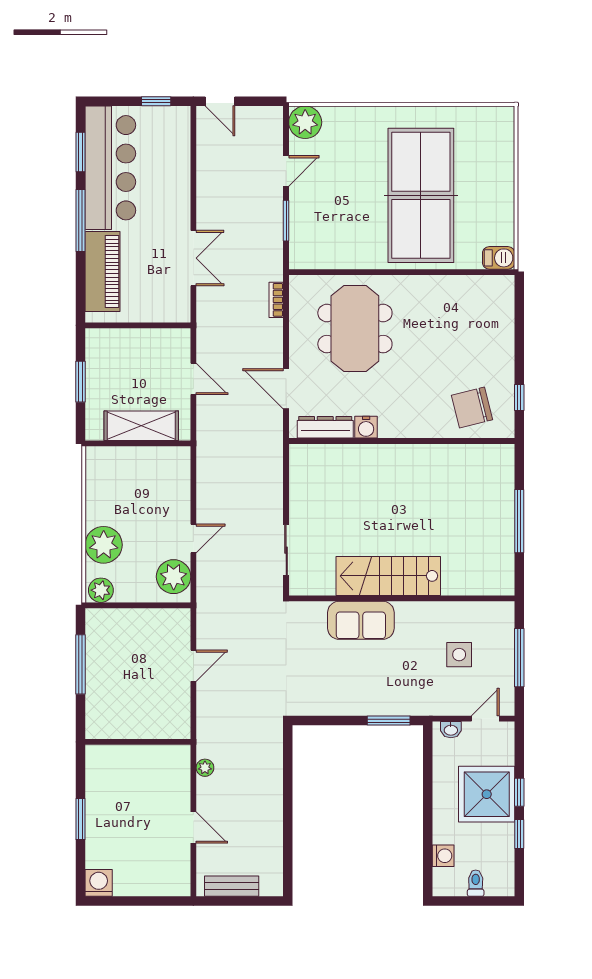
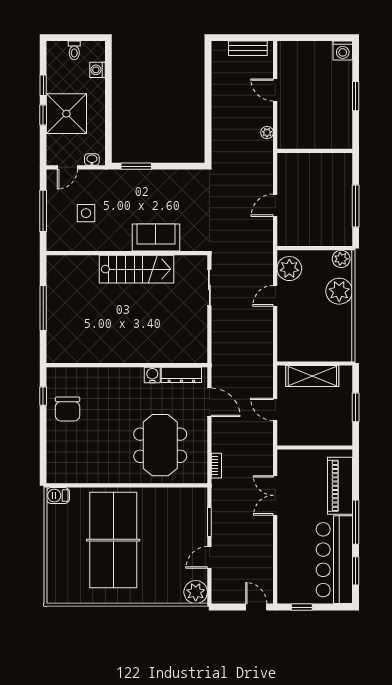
chair: (472, 408) -> (68, 409), moved, turned 104

